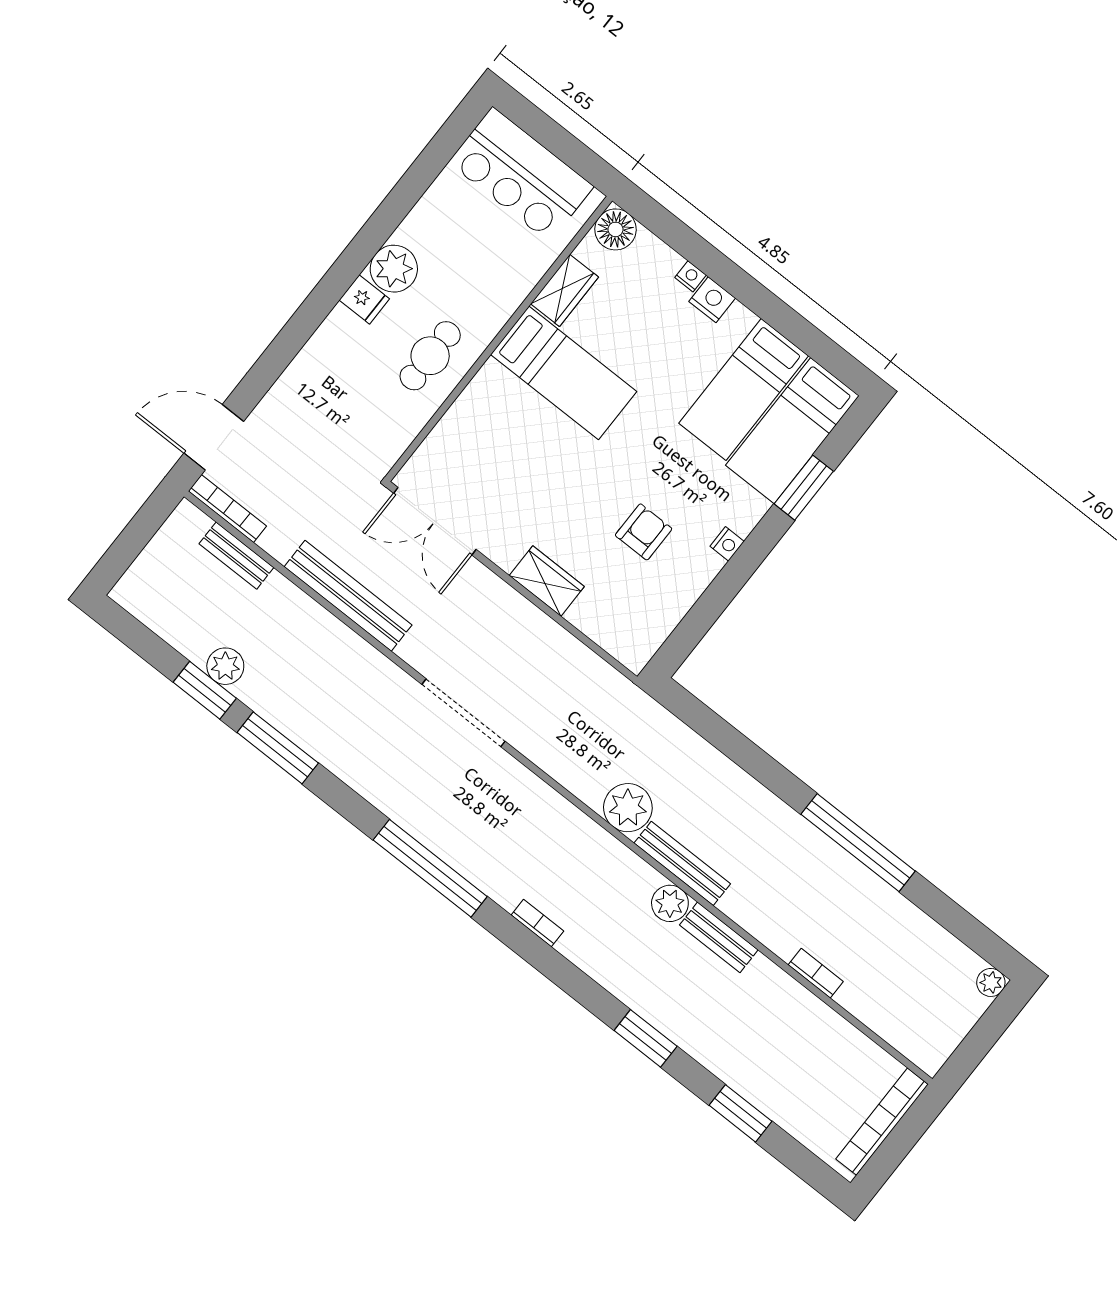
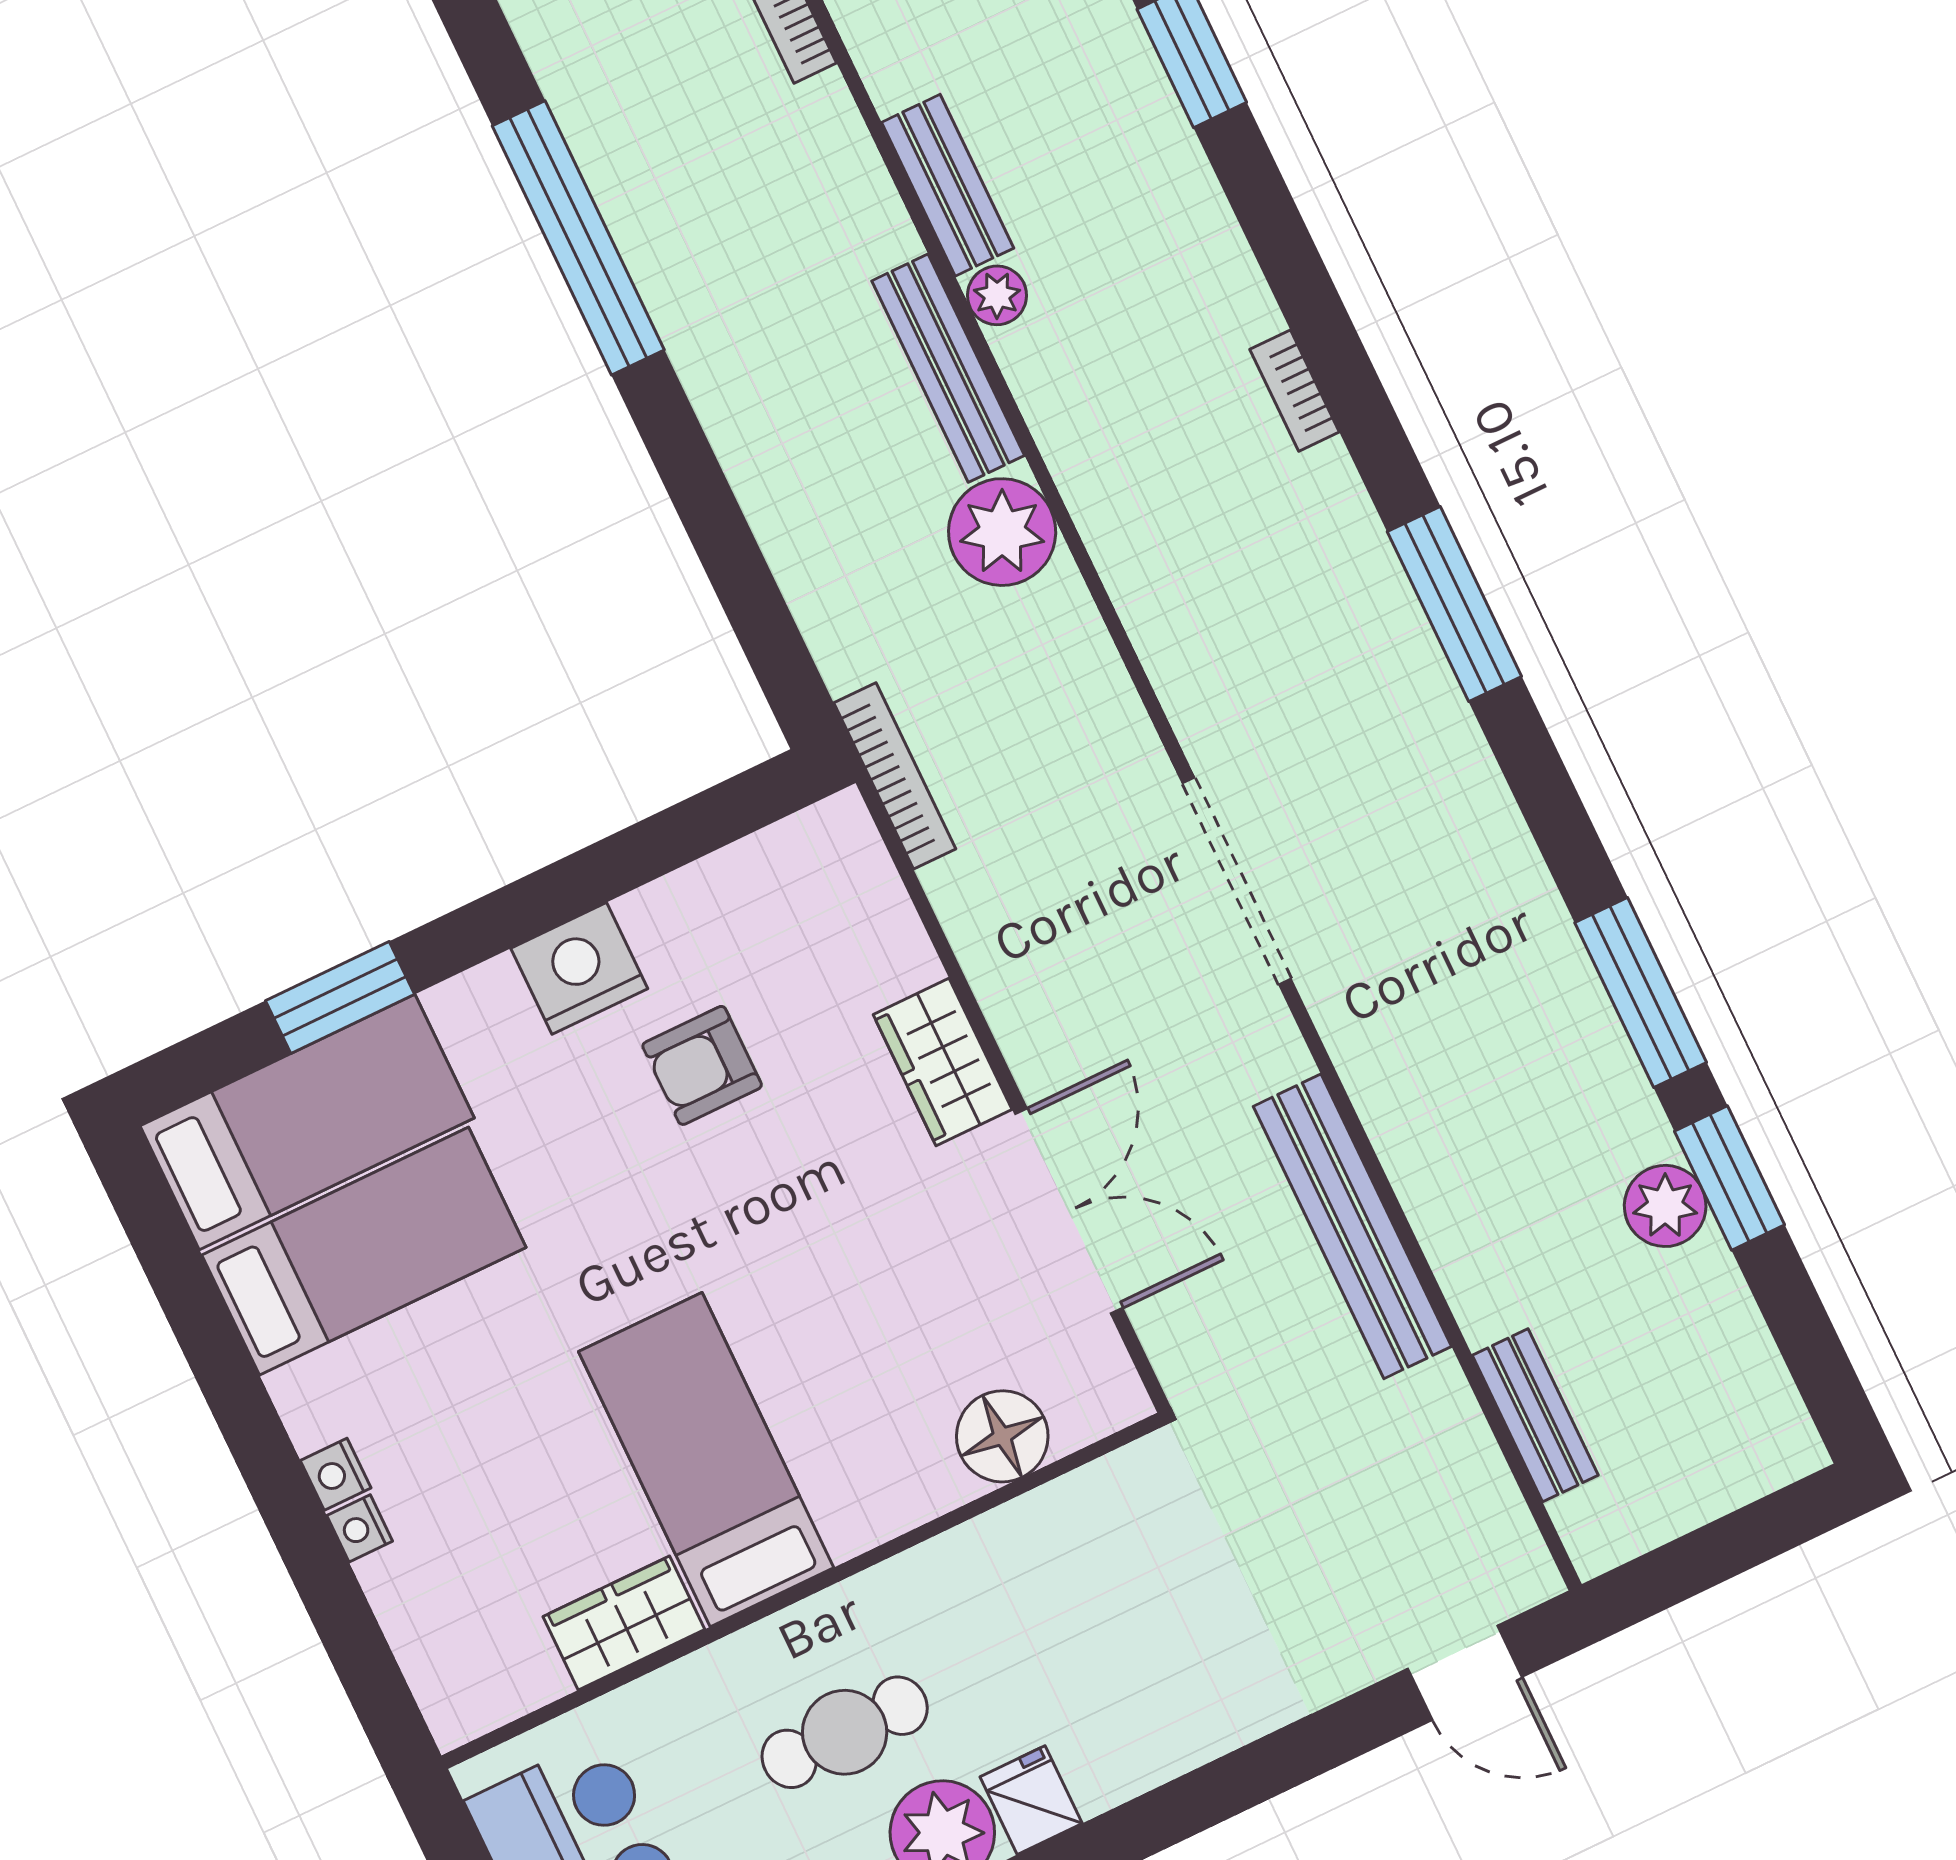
floor lamp: (615, 229) -> (1002, 1436), moved
nightstand: (712, 300) -> (336, 1474), width x0.72, depth x0.74
cafe table: (430, 356) -> (845, 1732), moved
door: (214, 437) -> (1465, 1673), width x0.73
bookcase: (227, 509) -> (895, 776), moved, turned 180
double door: (435, 521) -> (1069, 1211), moved
nightstand: (727, 544) -> (579, 968), width x1.89, depth x1.79
window: (430, 868) -> (1454, 604), width x0.68
plant: (670, 903) -> (997, 295), width x0.73, depth x0.73

